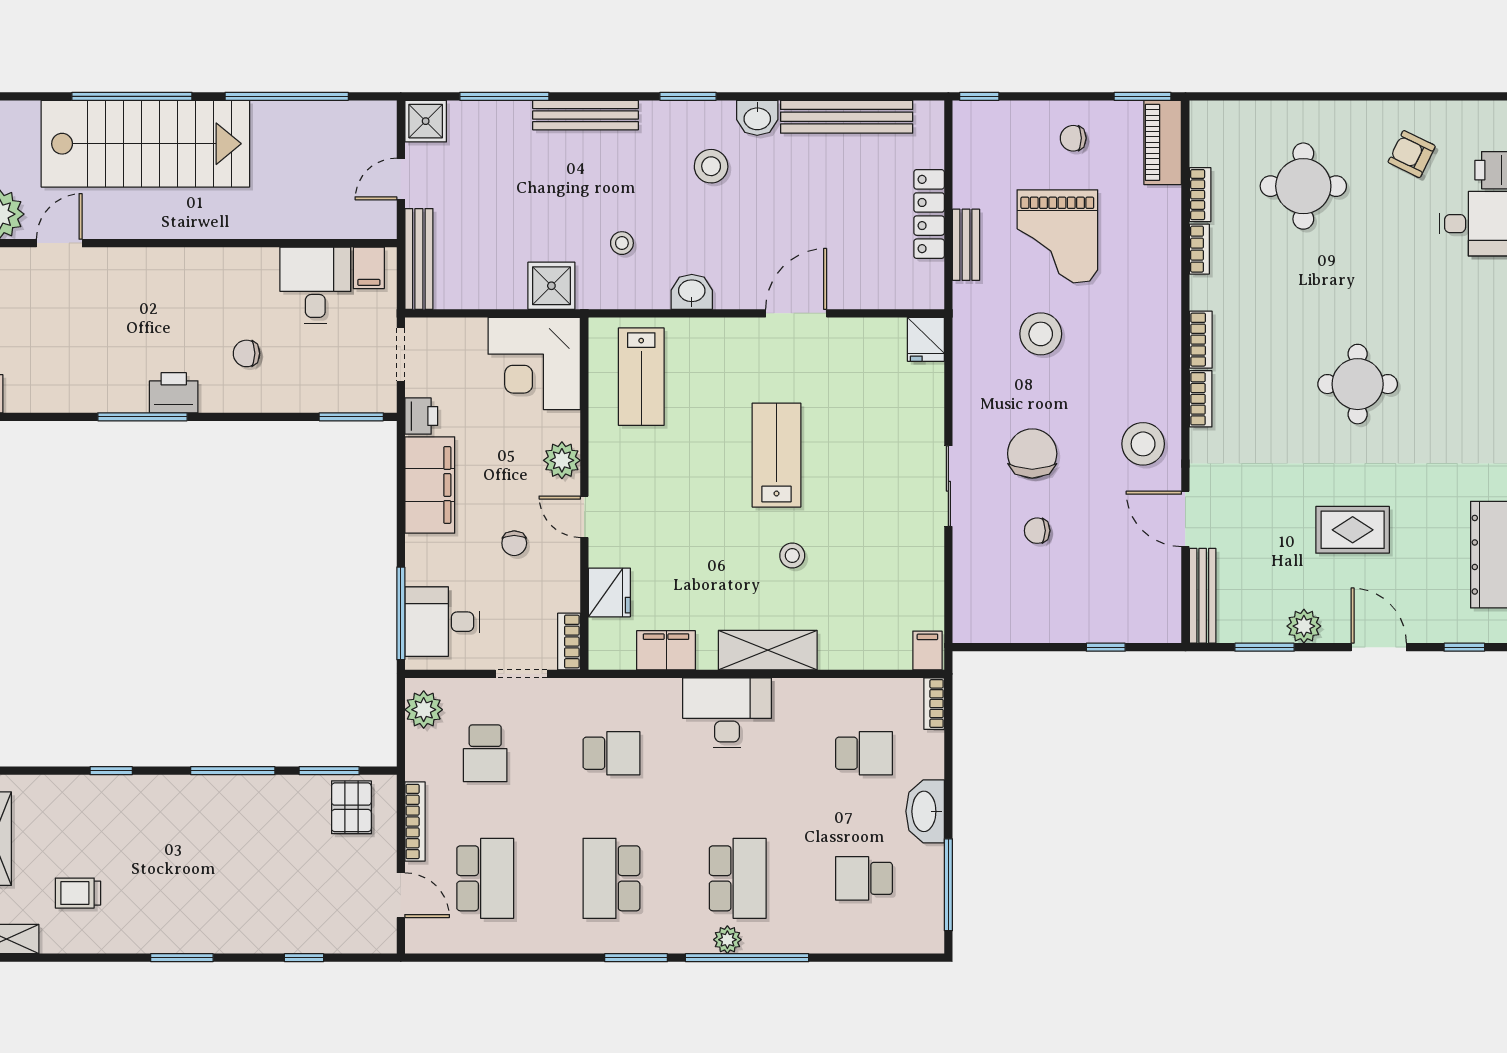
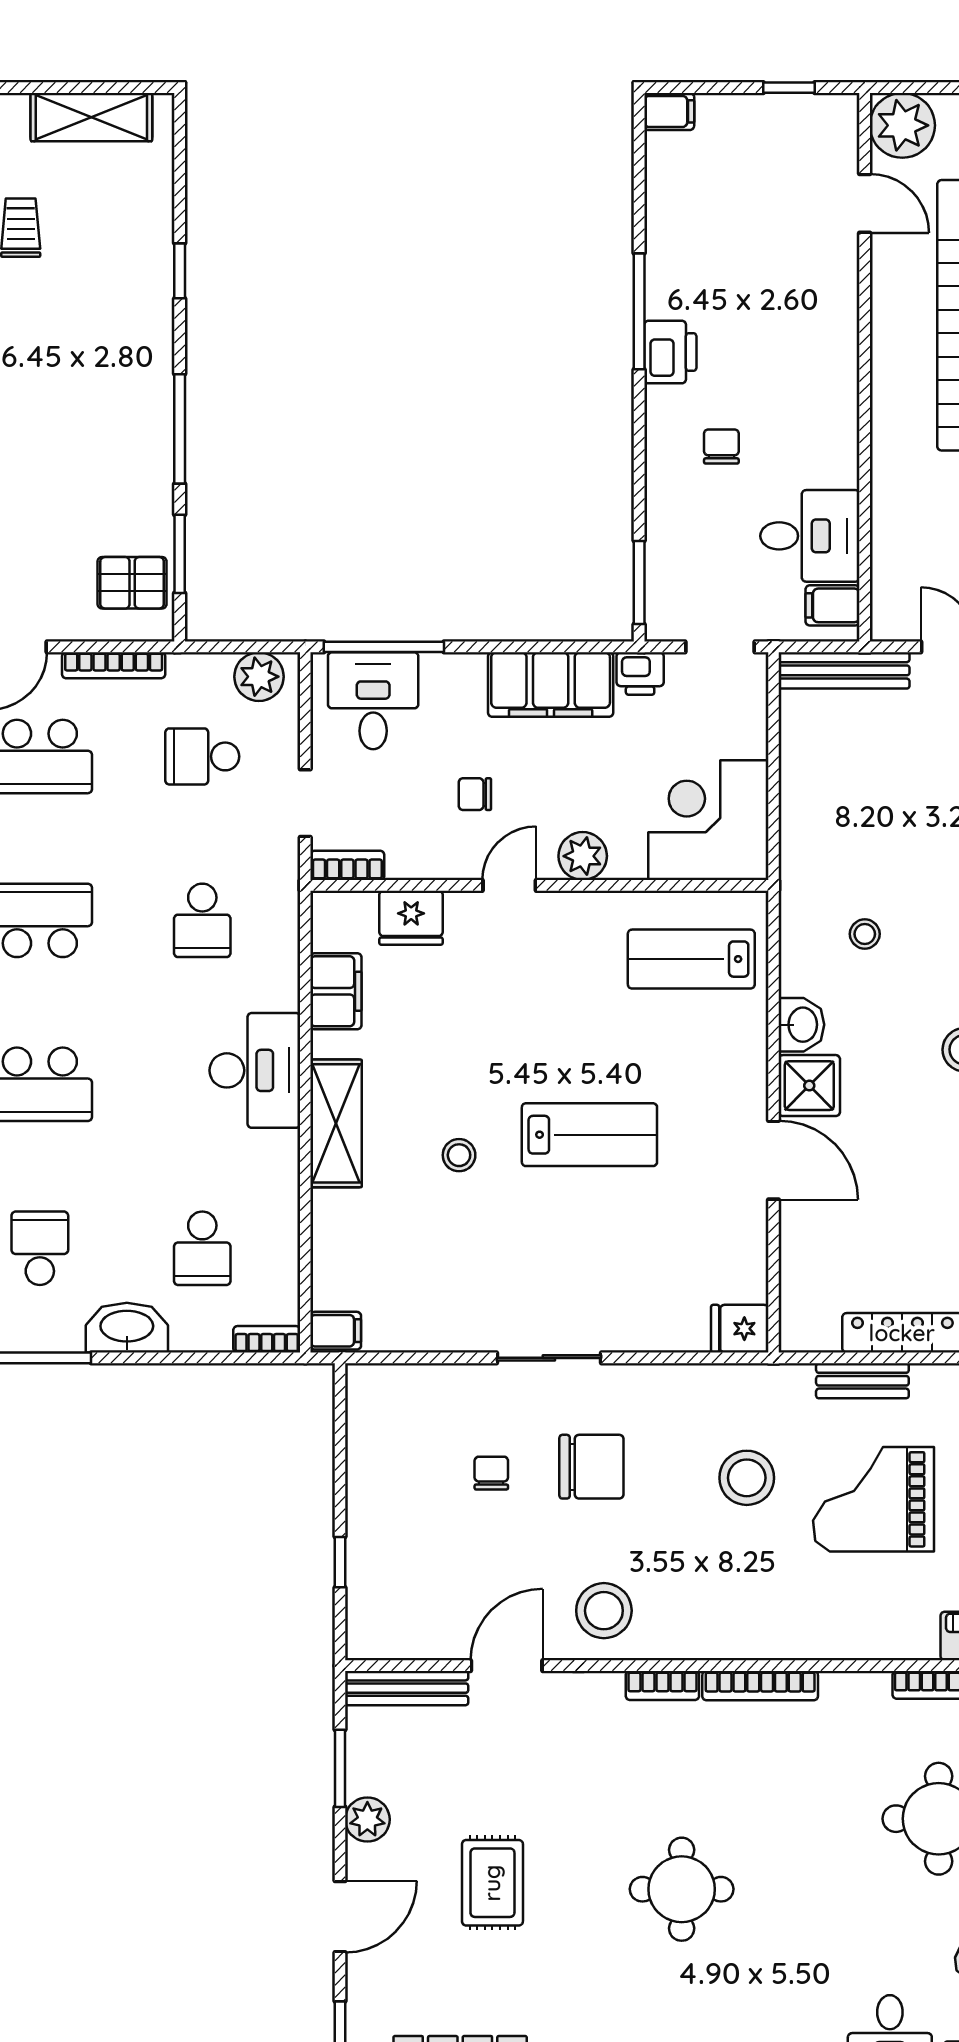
bookcase: (1199, 249) -> (857, 1684), removed
shower: (551, 286) -> (809, 1086), moved
bookcase: (1201, 340) -> (760, 1686), width x1.56

